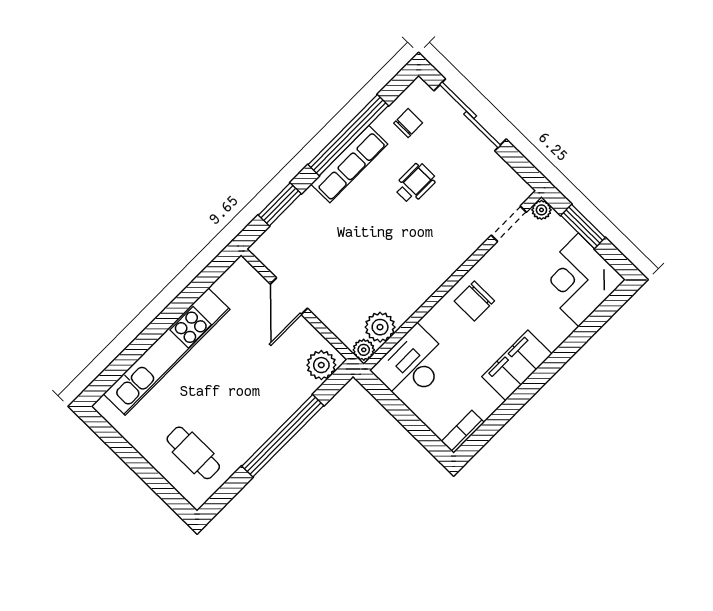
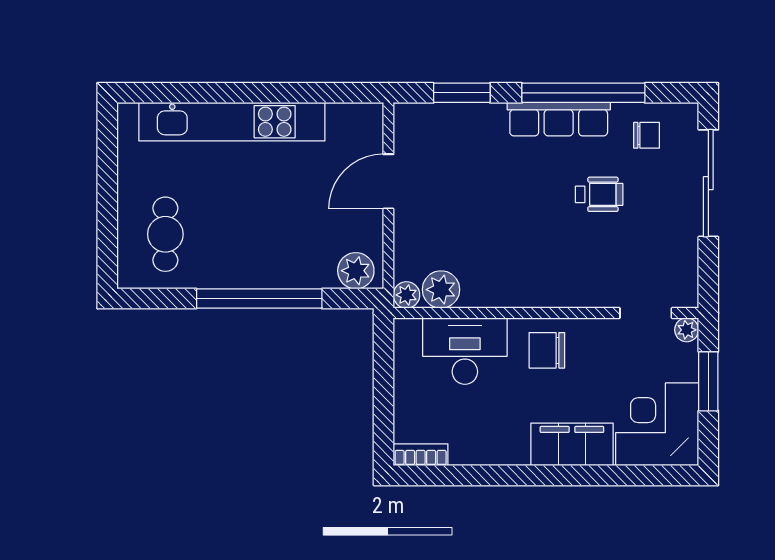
desk: (412, 365) -> (465, 351), moved
filing cabinet: (517, 365) -> (572, 444), moved

